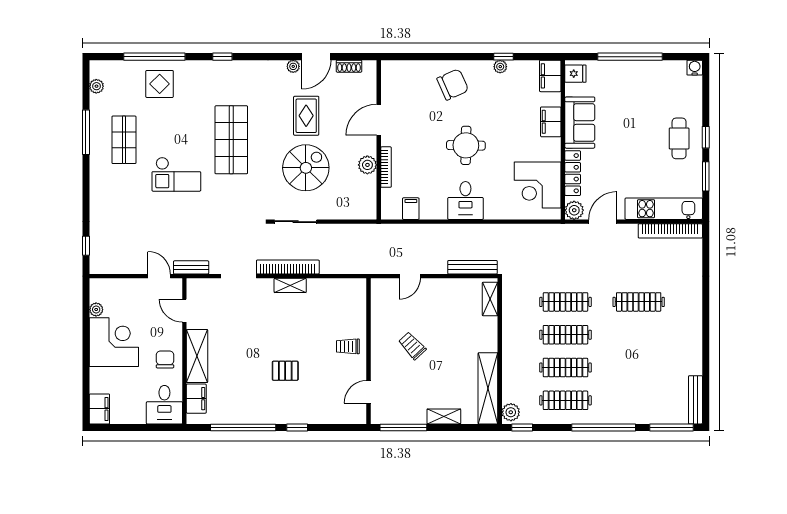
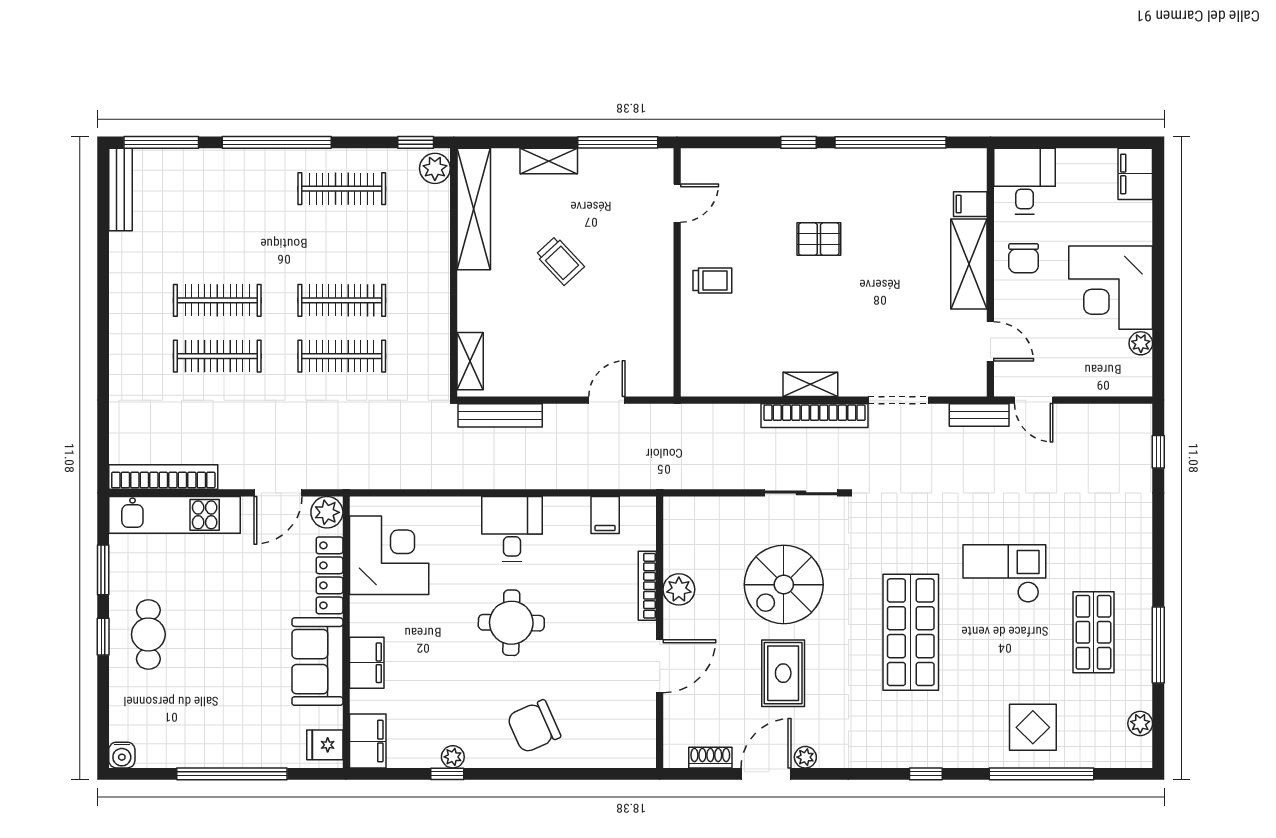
trolley: (412, 346) -> (560, 261), moved
clothes rail: (565, 368) -> (217, 300), moved
filing cabinet: (196, 399) -> (970, 204), width x0.50

